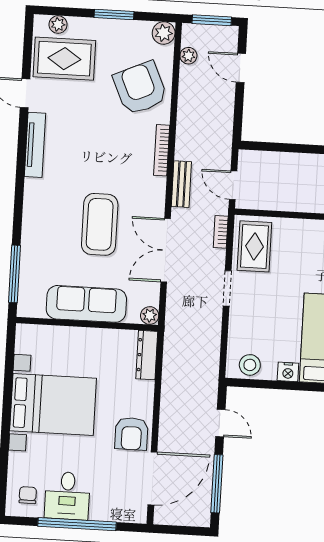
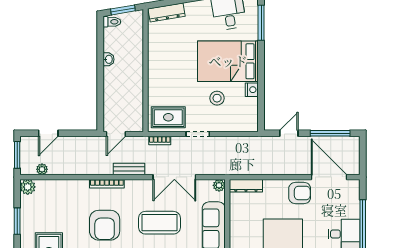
armchair: (140, 88) -> (105, 225), moved, turned -66
door: (233, 185) -> (116, 134), moved
stool: (250, 365) -> (217, 98), moved

